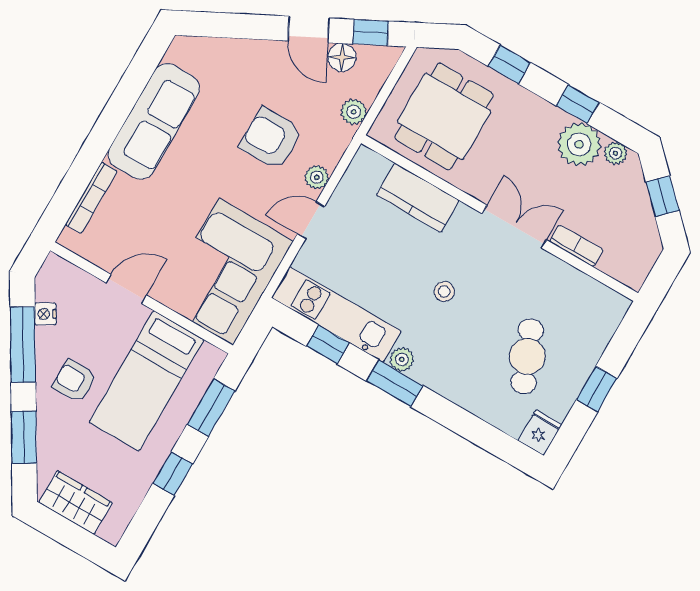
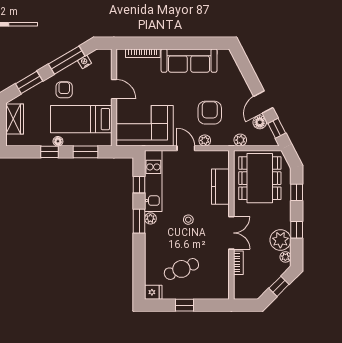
dining table: (444, 116) -> (260, 178), width x1.38
floor lamp: (162, 447) -> (58, 141), added

